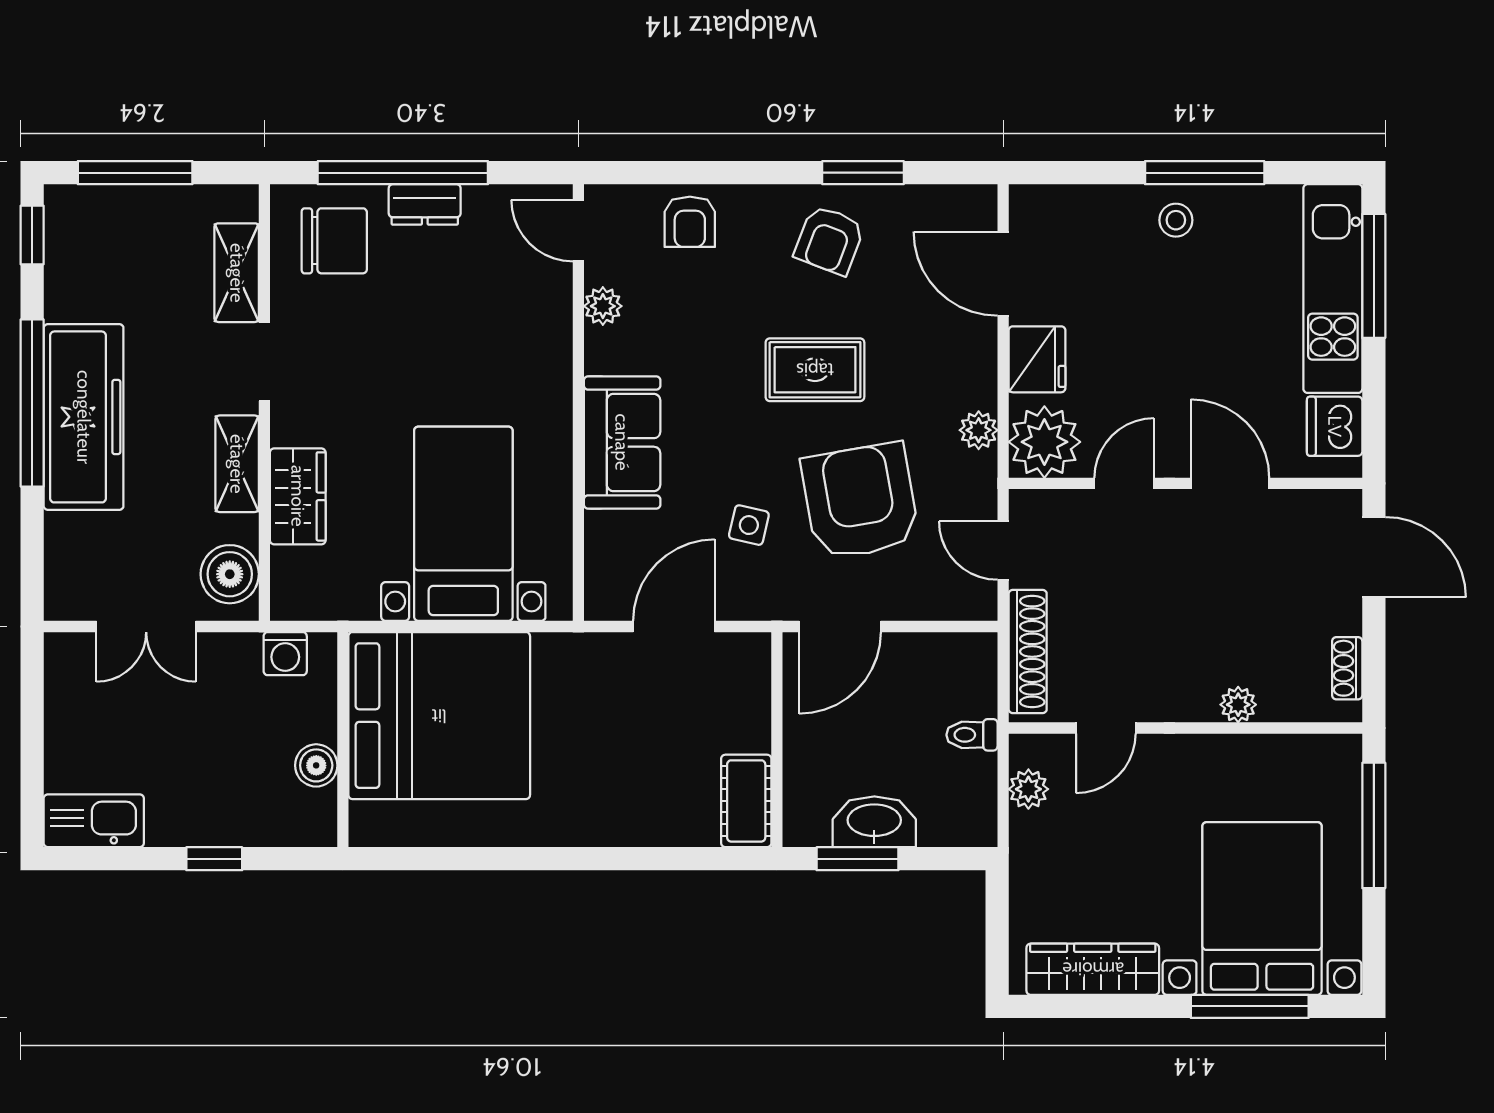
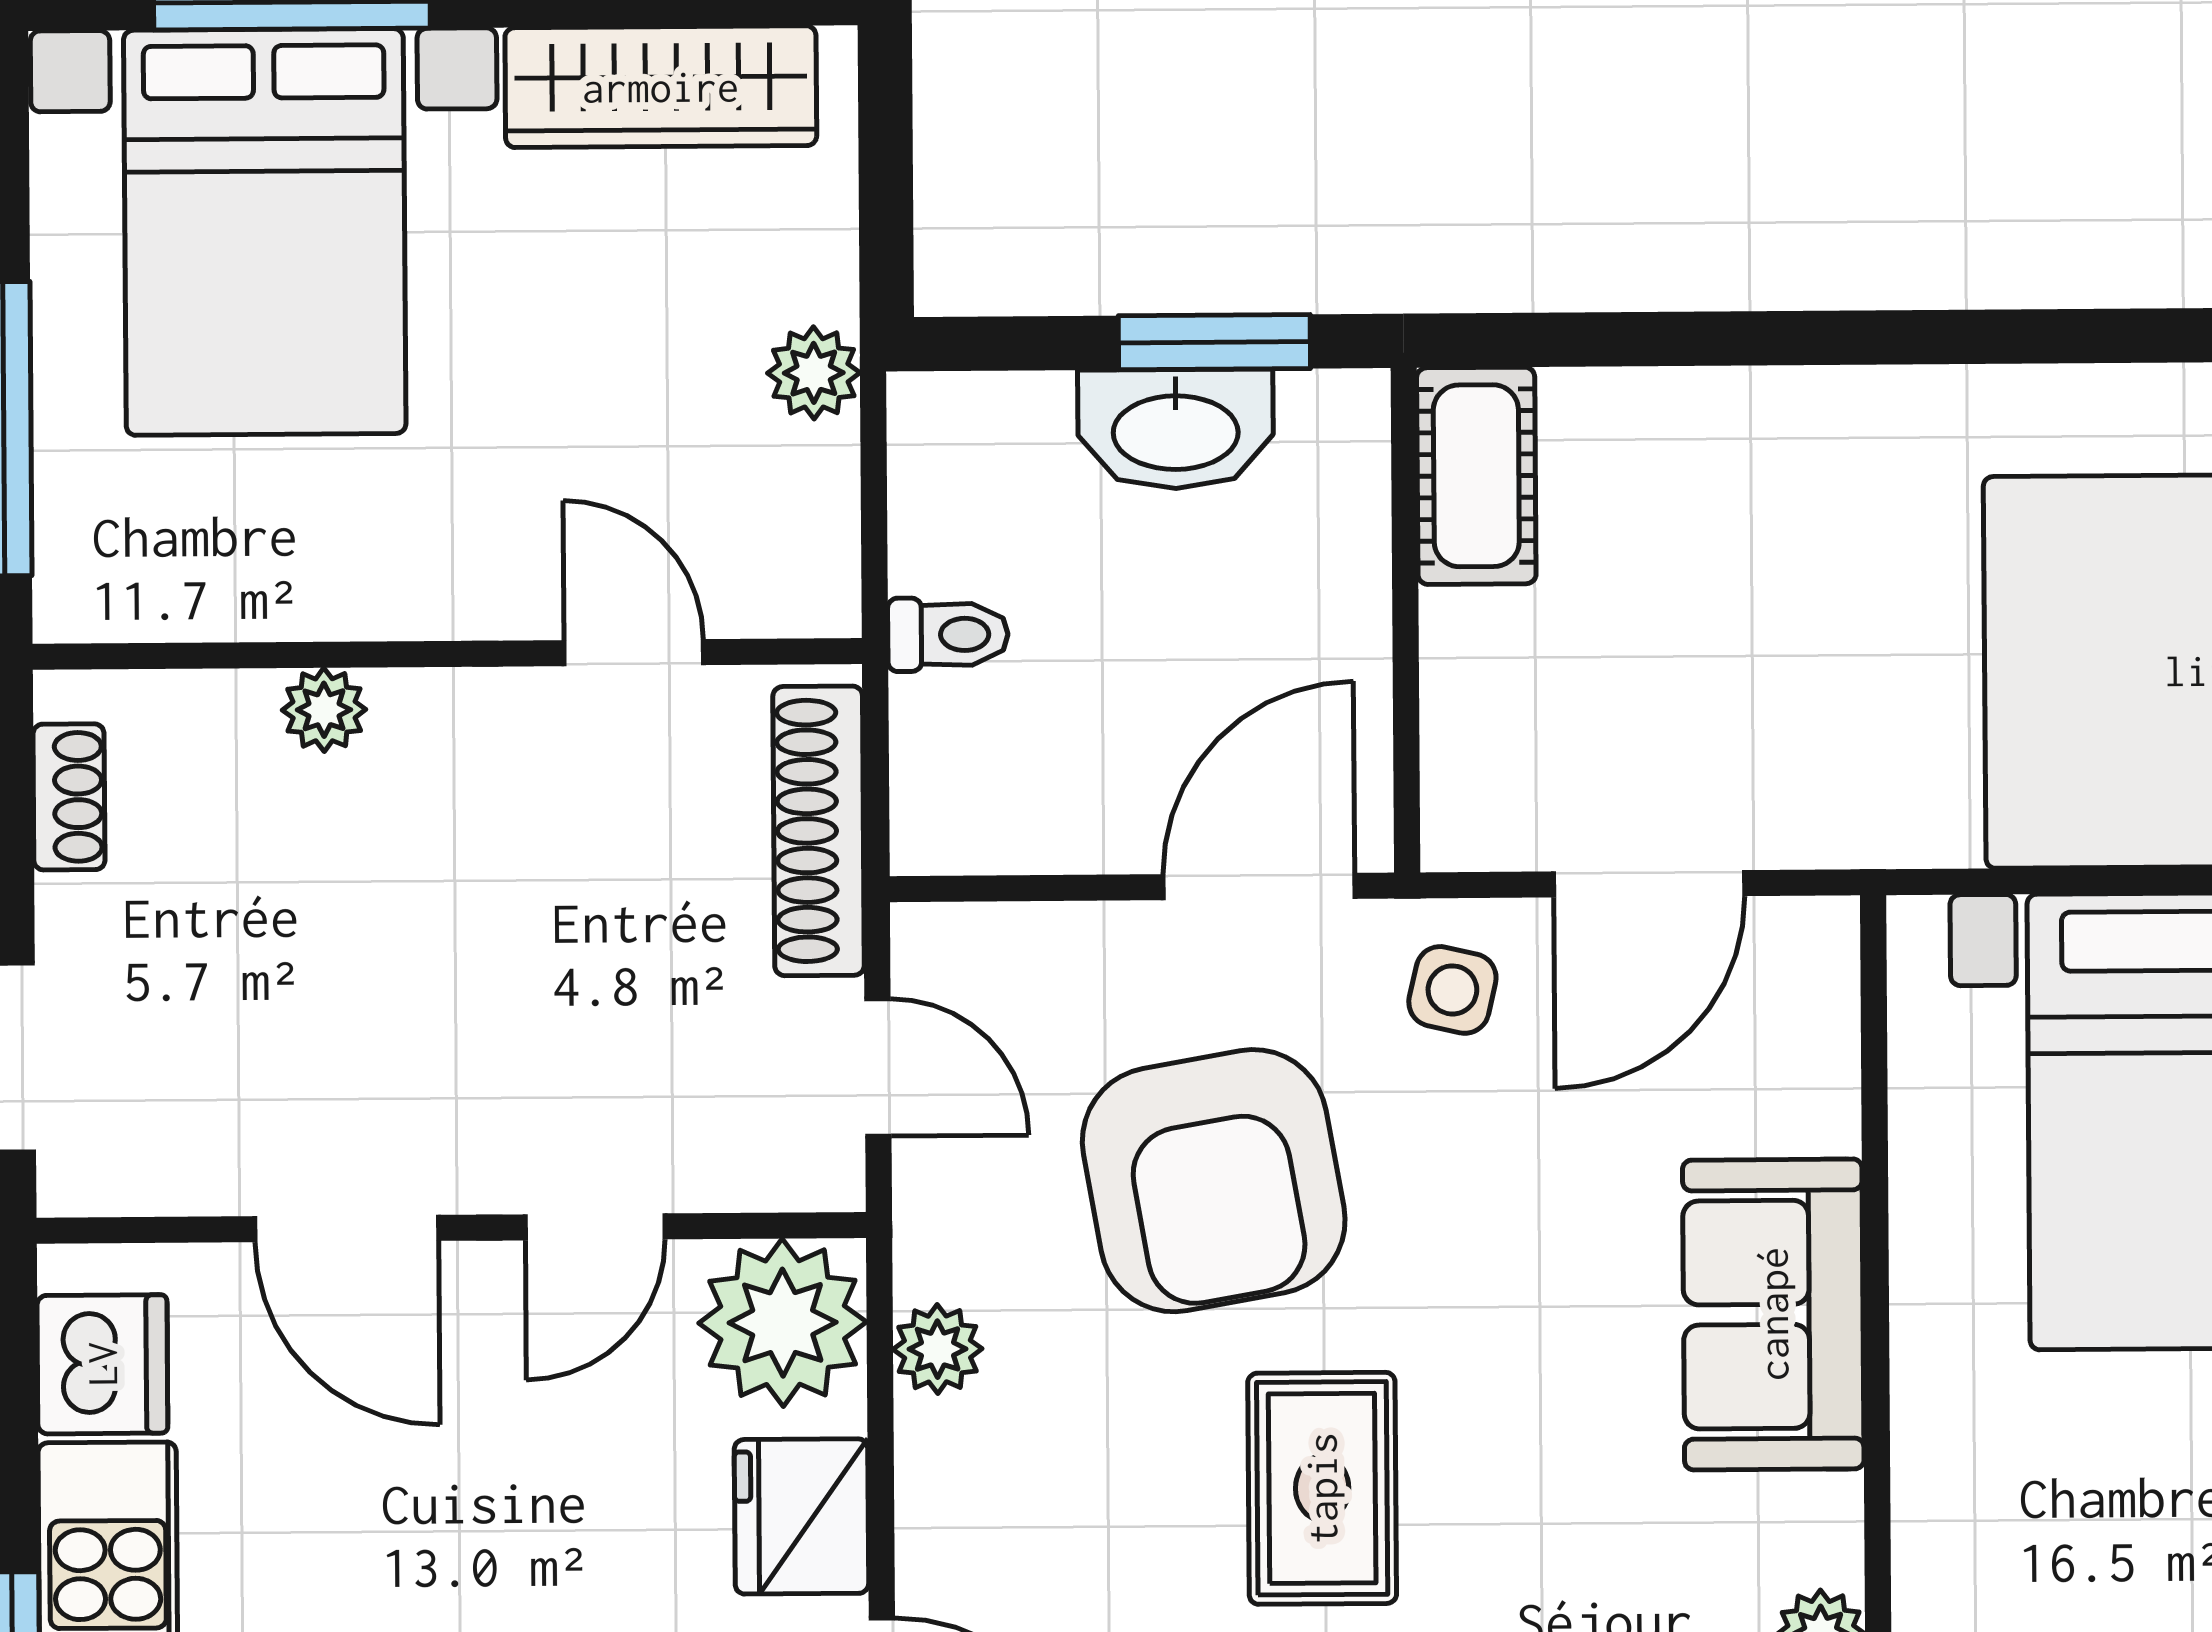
rug: (815, 370) -> (1322, 1488), turned 90
side table: (749, 525) -> (1452, 990), moved
door: (1106, 728) -> (634, 653), hinge flipped
plant: (1028, 789) -> (814, 373), moved

